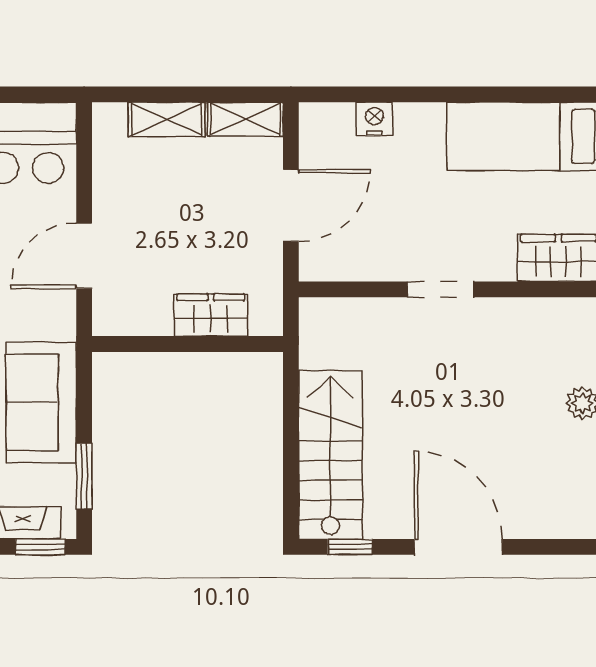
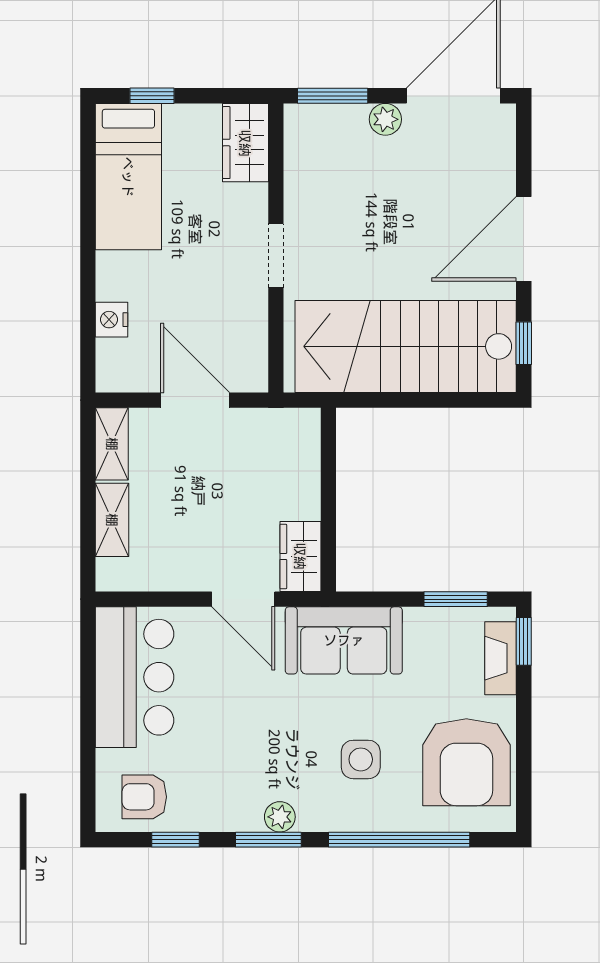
wardrobe: (211, 315) -> (300, 556), moved
sofa: (41, 402) -> (344, 640), moved
stairs: (330, 455) -> (406, 346), width x1.36, depth x1.51

